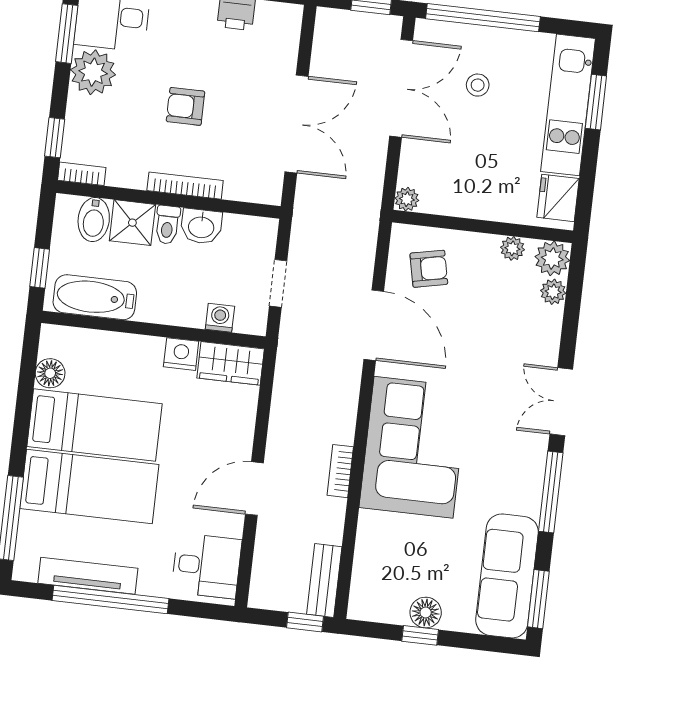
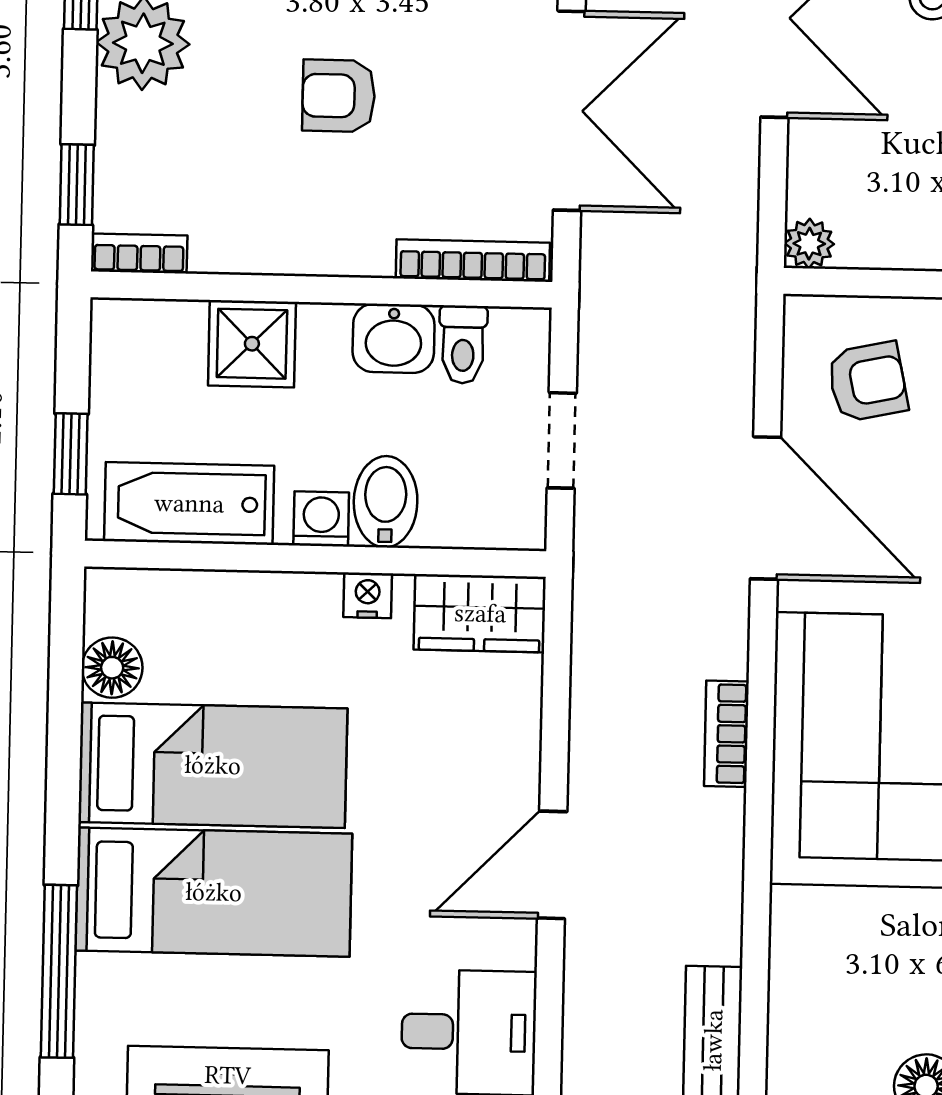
bookcase: (185, 186) -> (473, 261), moved
bidet: (94, 220) -> (386, 502), moved, turned 180
toilet: (167, 225) -> (463, 344), moved
washing machine: (220, 318) -> (321, 519), moved
nightstand: (181, 354) -> (368, 595), width x0.72, depth x0.74
bookcase: (340, 471) -> (726, 734), moved

